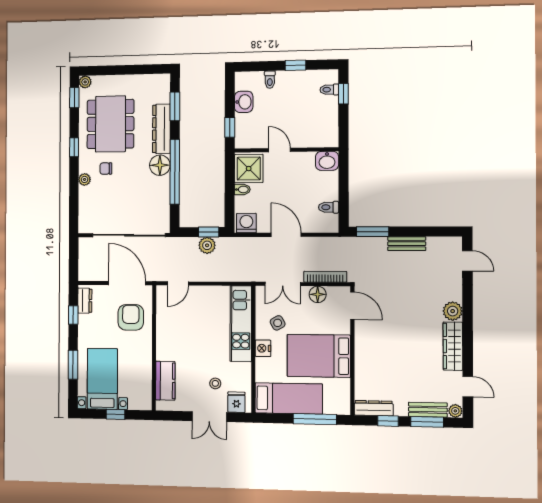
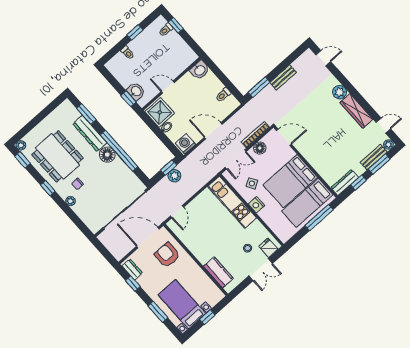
washbasin: (244, 102) -> (136, 91), moved
bed: (289, 398) -> (307, 203), moved, turned 180

